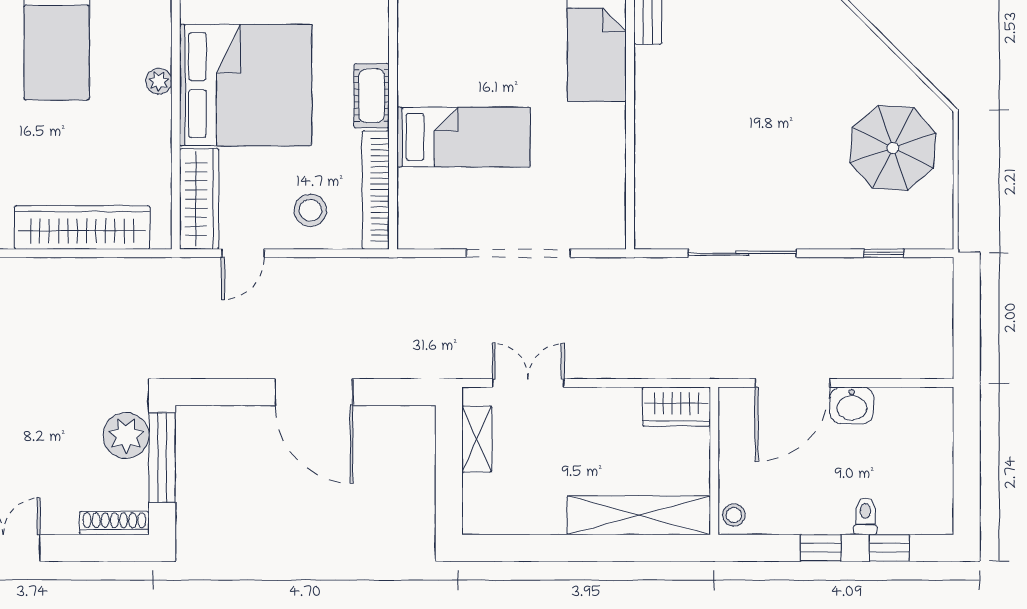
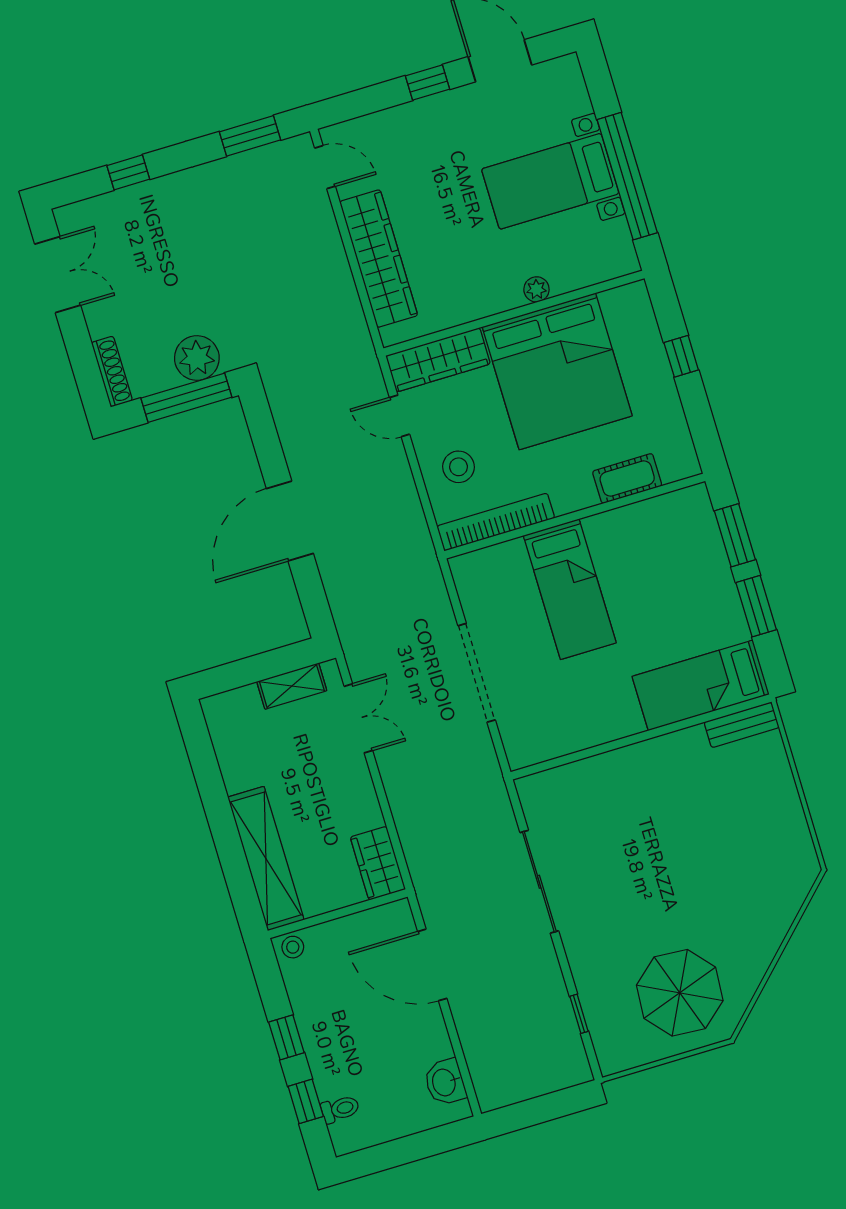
cot: (372, 96) -> (627, 478), moved
washbasin: (852, 405) -> (445, 1082), moved
toilet: (865, 516) -> (340, 1109), moved

